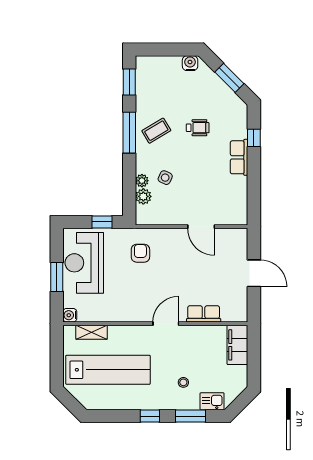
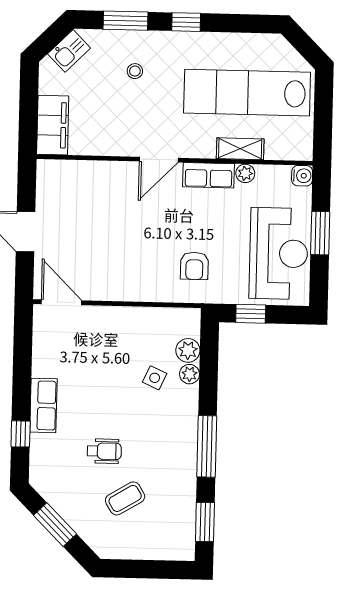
water cooler: (190, 63) -> (113, 548), removed
wheelchair: (198, 128) -> (104, 451), turned 180
coffee table: (156, 131) -> (125, 498), moved
door: (201, 227) -> (61, 302), moved
row of seats: (204, 314) -> (208, 175), moved
plant: (108, 316) -> (245, 173), added
shelving: (92, 332) -> (240, 149), moved
kitchen sink: (212, 401) -> (69, 51), moved, turned -45

